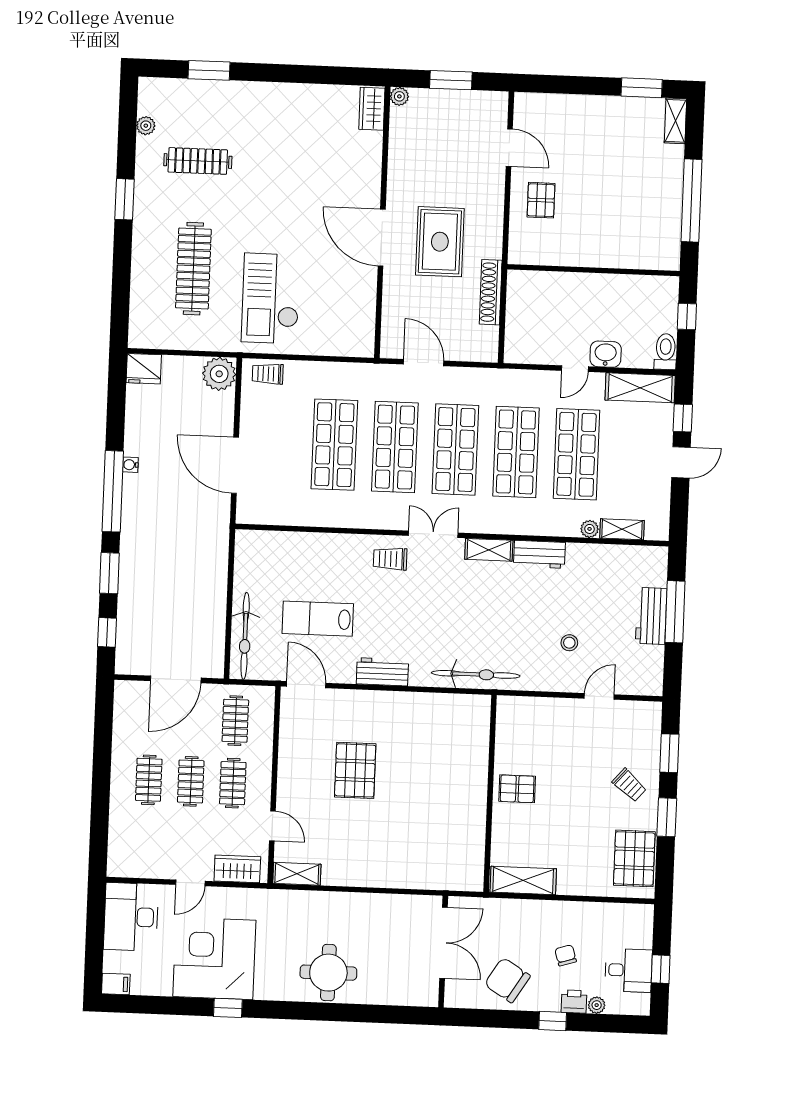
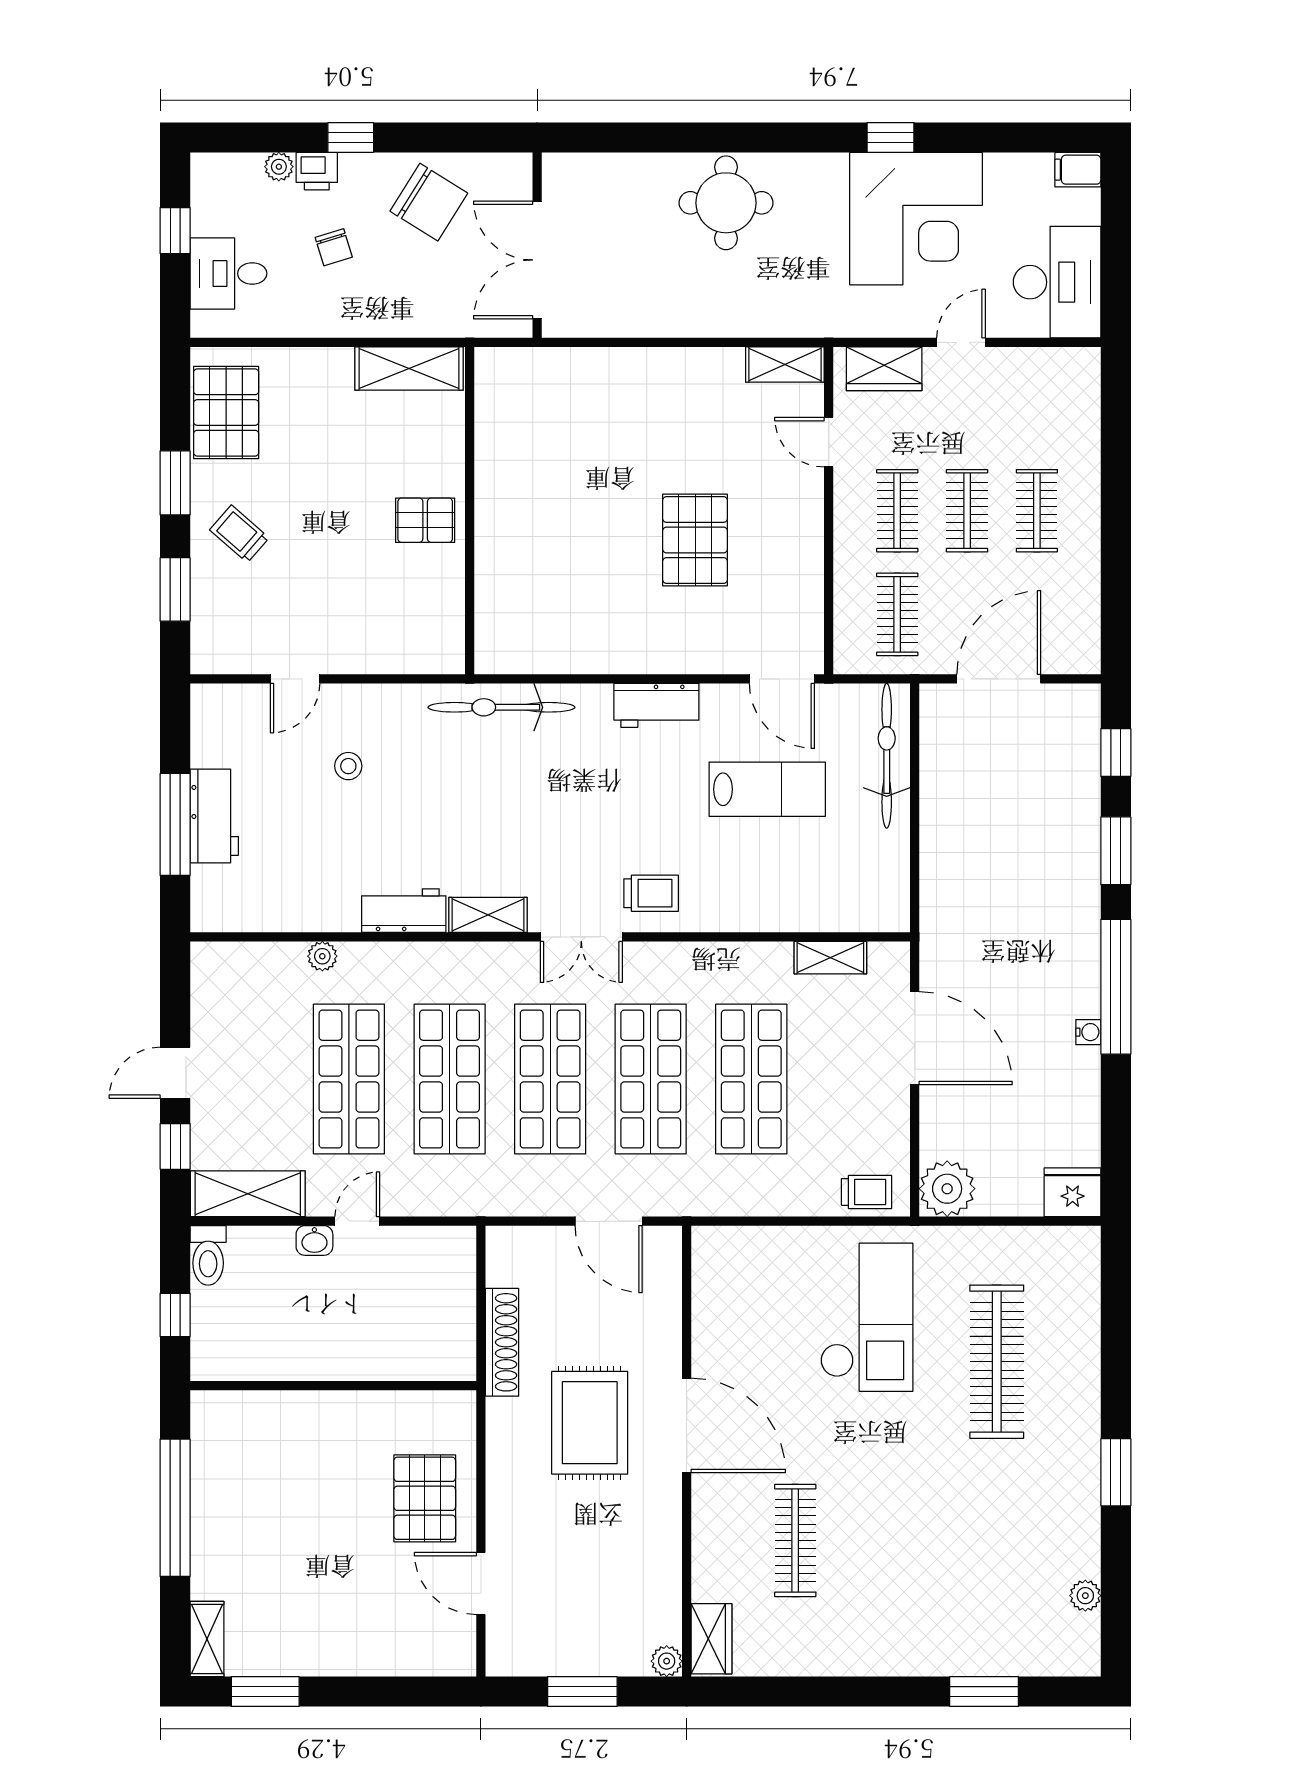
clothes rail: (198, 161) -> (795, 1540), moved, turned 90
pallet: (541, 200) -> (425, 1498), width x1.50, depth x1.42
washbasin: (606, 354) -> (314, 1240), width x0.72, depth x0.69
shelving: (622, 529) -> (830, 958), moved
desk: (628, 970) -> (228, 273), moved

